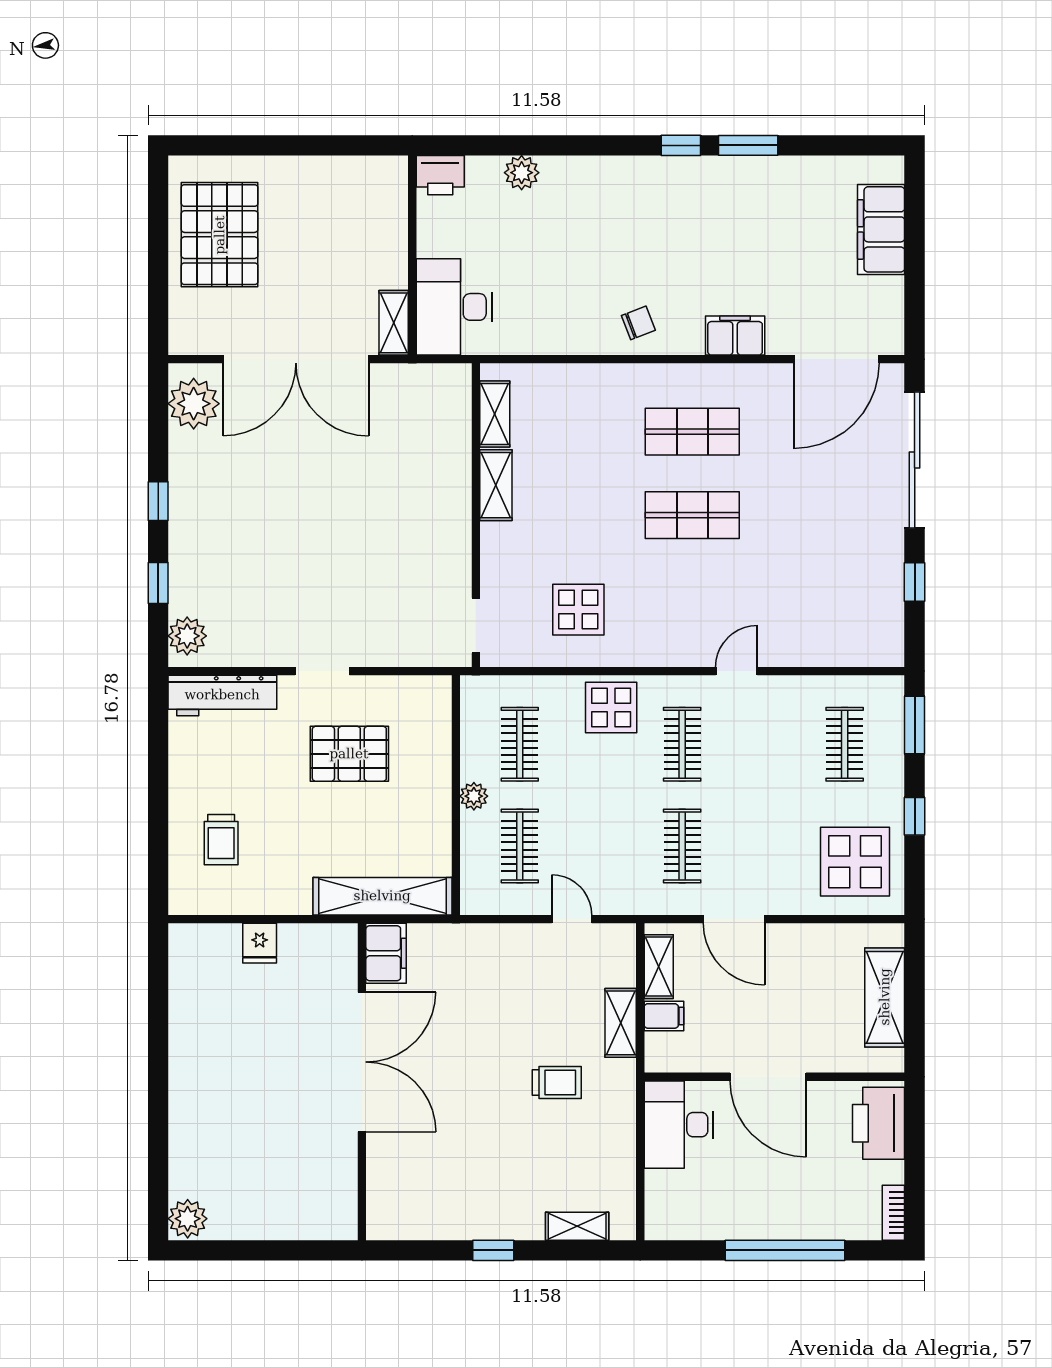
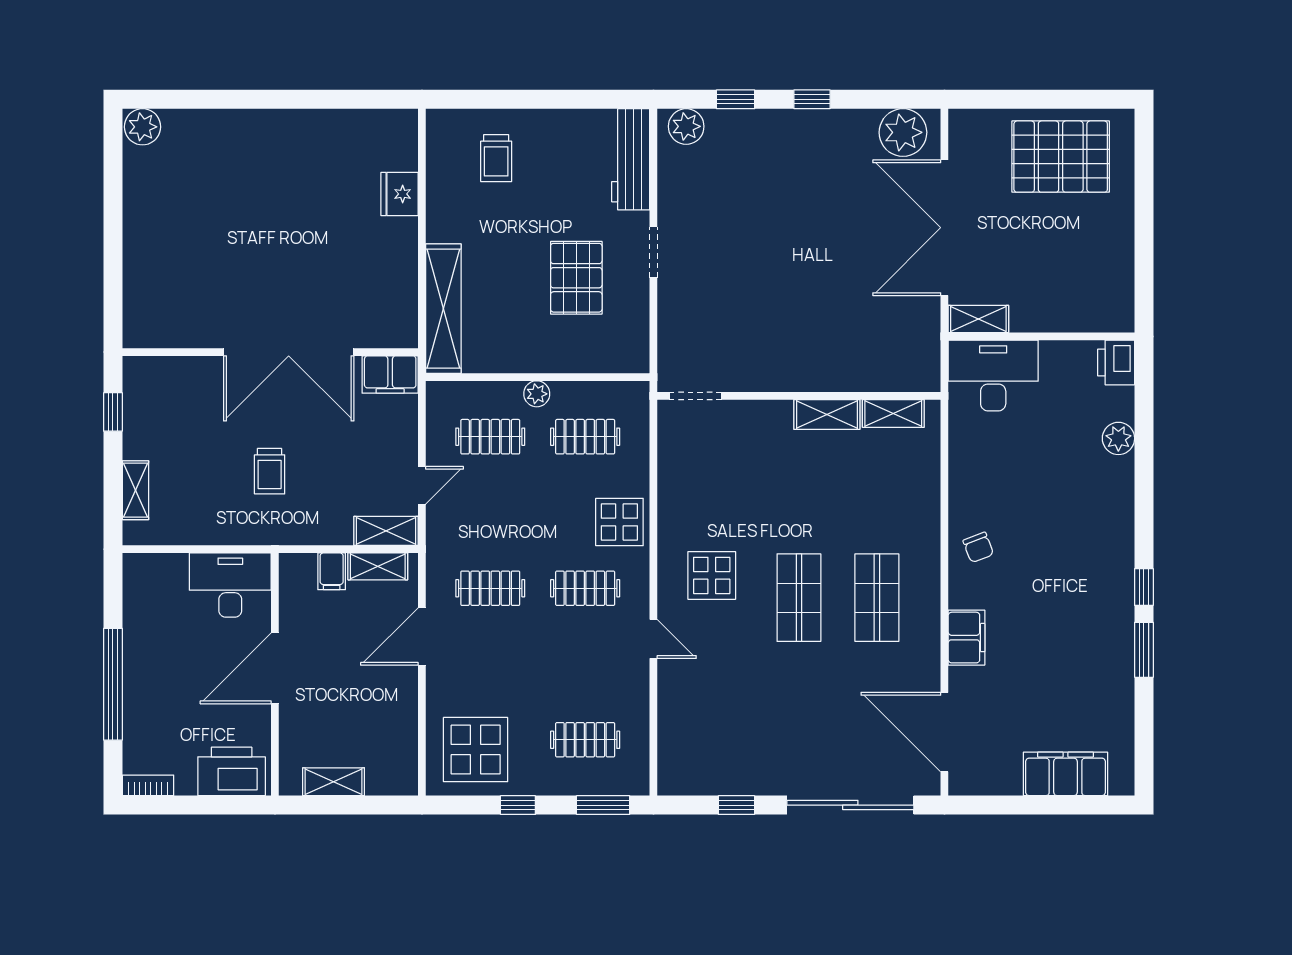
display table: (578, 610) -> (712, 575), moved
trolley: (221, 840) -> (496, 158), turned -90
fridge: (260, 943) -> (400, 194), width x1.38
filing cabinet: (386, 953) -> (390, 375), moved
shelving: (885, 997) -> (334, 782), width x0.67, depth x0.75
shelving: (621, 1023) -> (386, 531), moved
double door: (362, 1062) -> (289, 352), moved
wall: (362, 1082) -> (270, 352), moved

